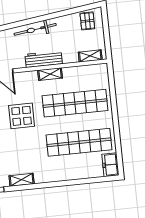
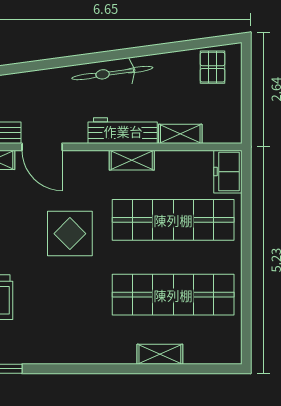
shelving: (90, 56) -> (180, 134), moved
freezer: (110, 165) -> (228, 172), moved
shelving: (22, 180) -> (160, 354), moved

